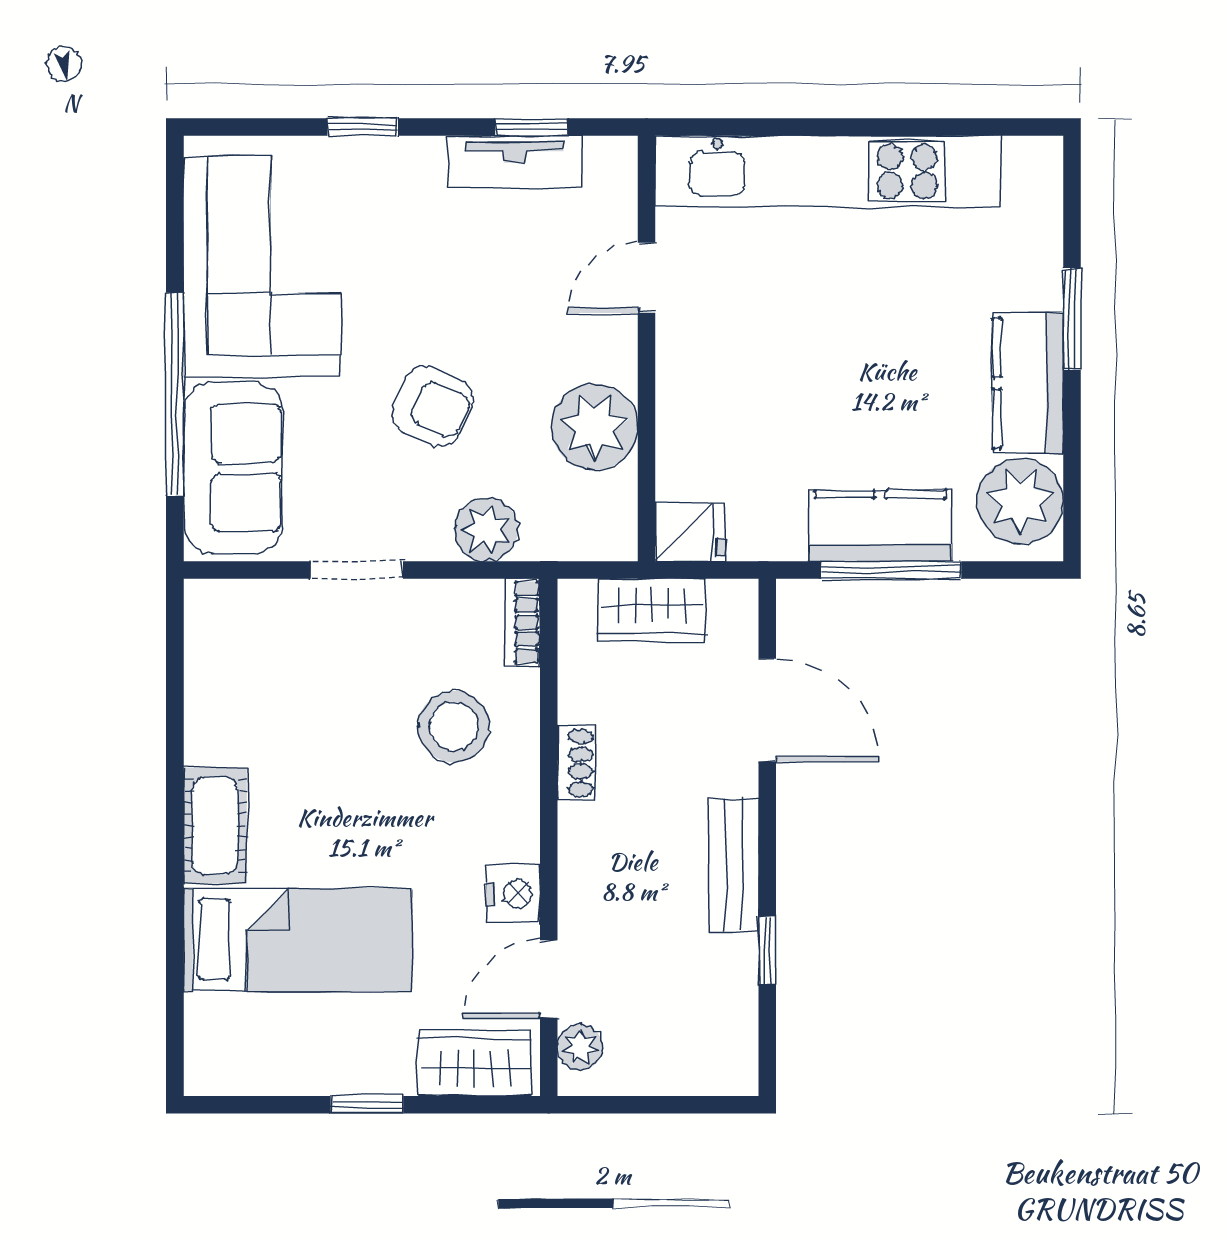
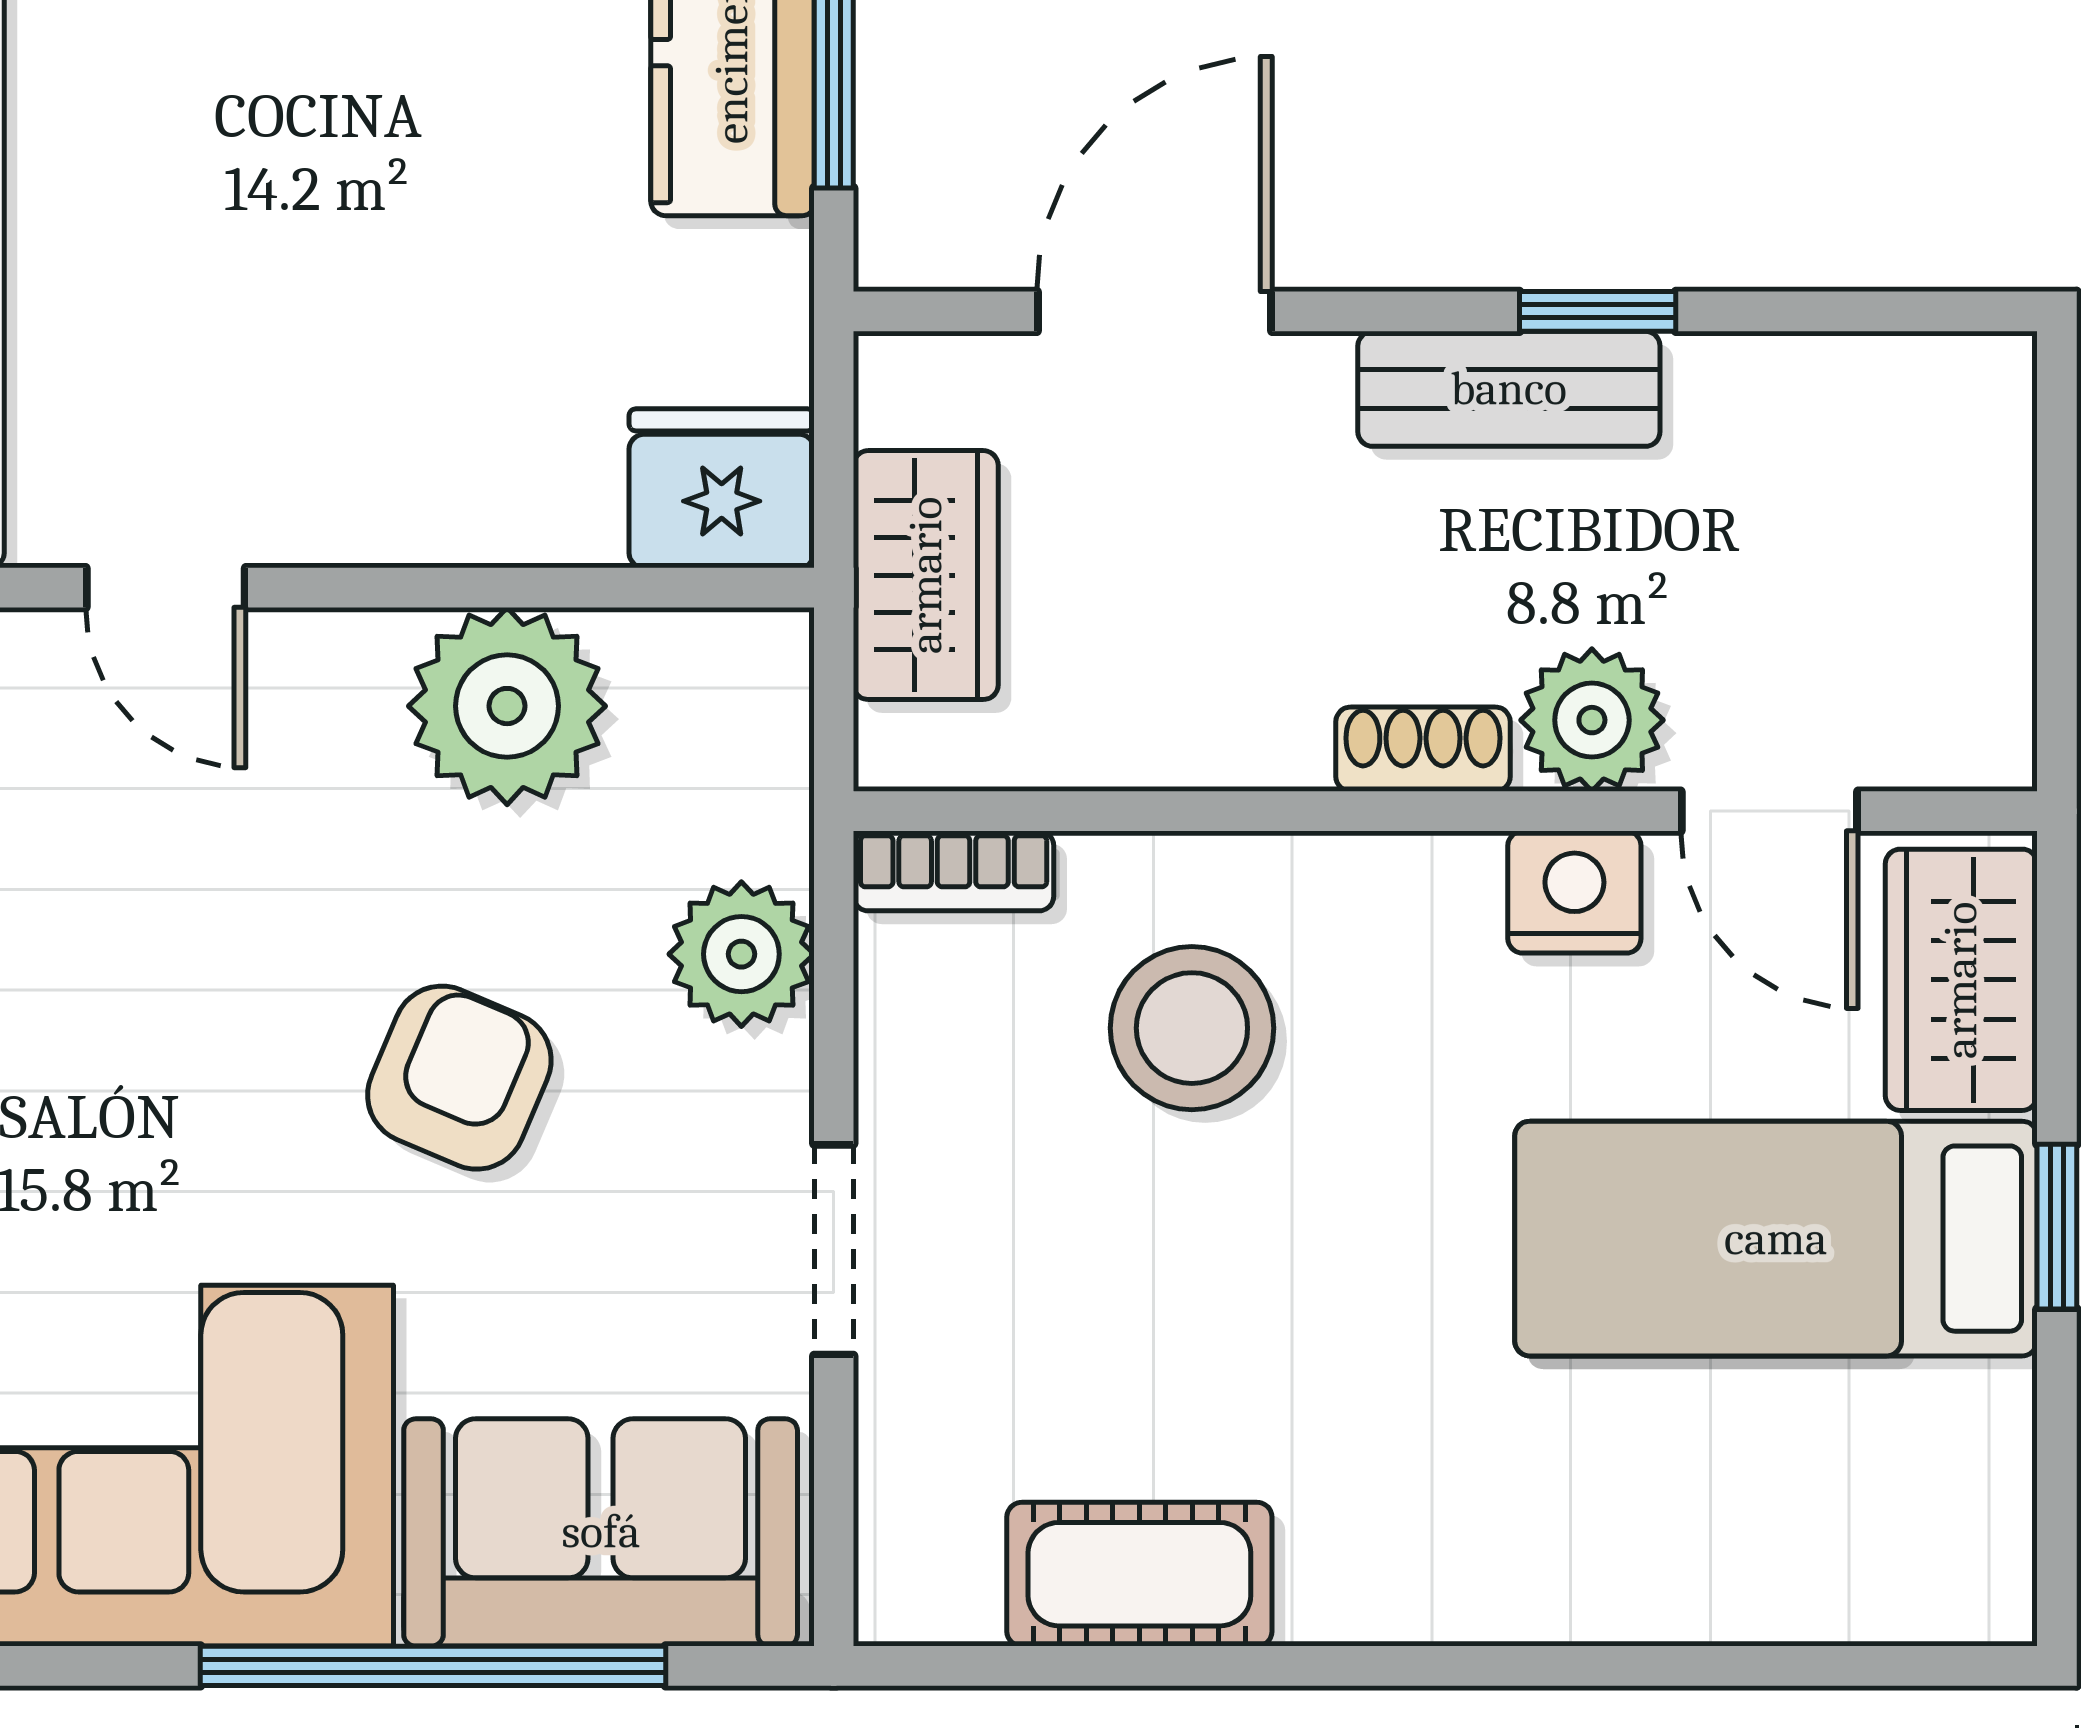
fridge: (690, 532) -> (722, 488), width x1.38
shoe rack: (576, 763) -> (1423, 749), moved
cot: (215, 826) -> (1139, 1574), moved
bed: (298, 939) -> (1776, 1239), moved, turned -90
window: (767, 951) -> (1598, 311), moved
plant: (580, 1047) -> (1592, 720), moved, width x1.38, depth x1.38

